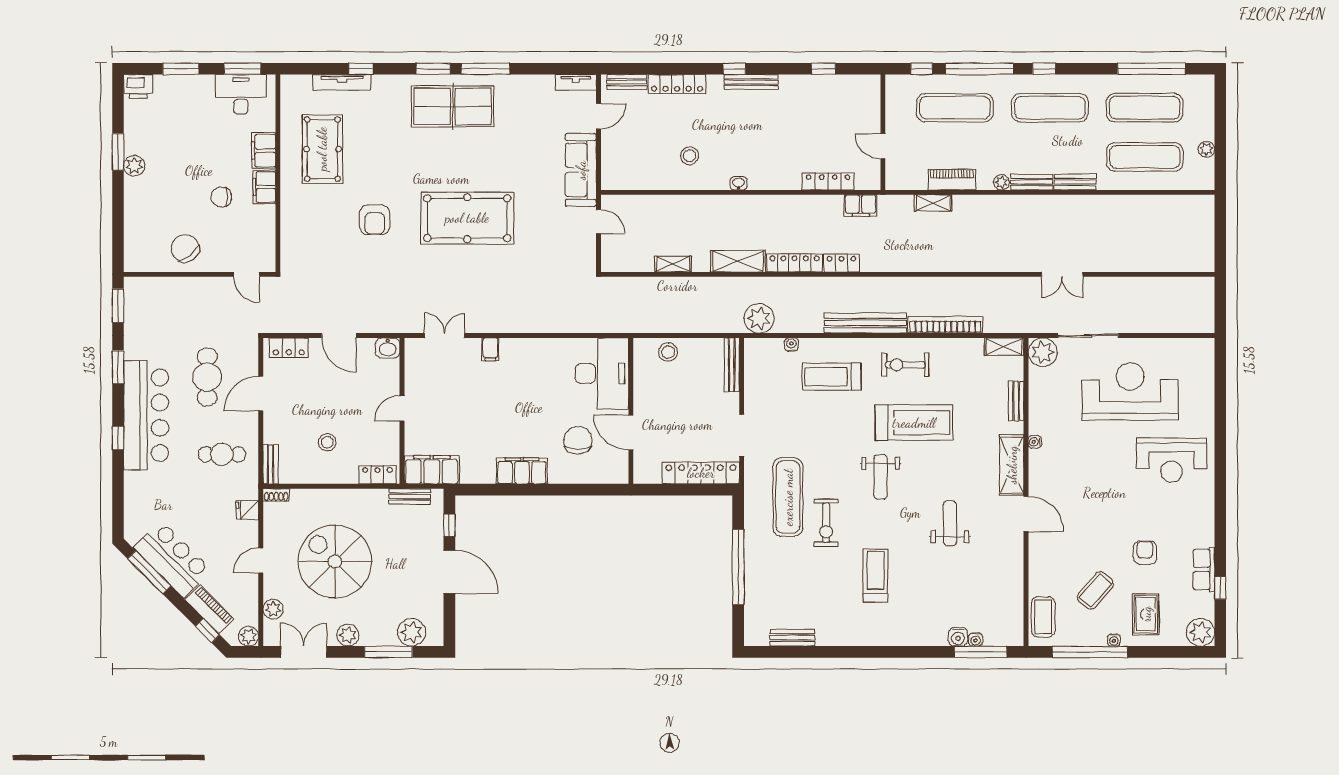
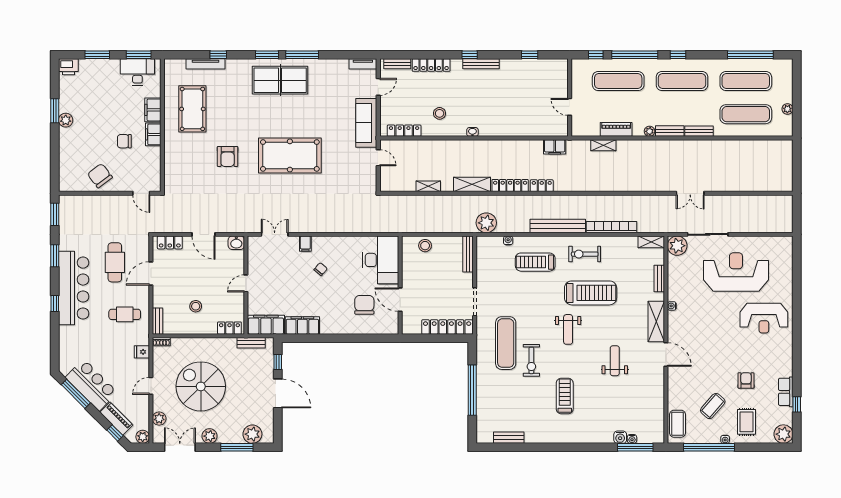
locker: (828, 182) -> (404, 131), moved
chair: (513, 387) -> (321, 269), added
filing cabinet: (522, 471) -> (302, 325), moved

